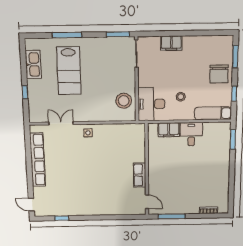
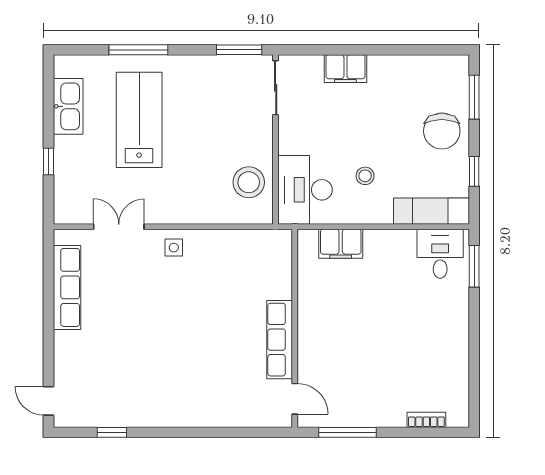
lab bench: (69, 71) -> (139, 120), turned 180
desk: (191, 134) -> (440, 254), moved
row of seats: (38, 160) -> (67, 287), width x0.73
row of seats: (140, 175) -> (280, 340), width x1.48

